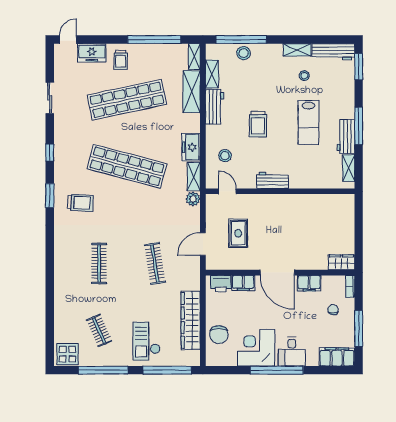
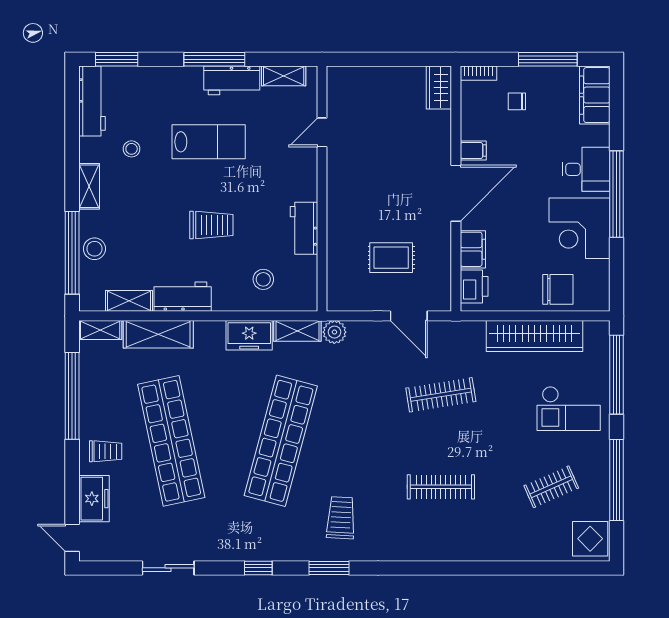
shelving: (297, 50) -> (89, 186), moved
workbench: (273, 180) -> (304, 228), moved
door: (227, 191) -> (322, 132), moved
filing cabinet: (309, 283) -> (473, 151), width x0.50

